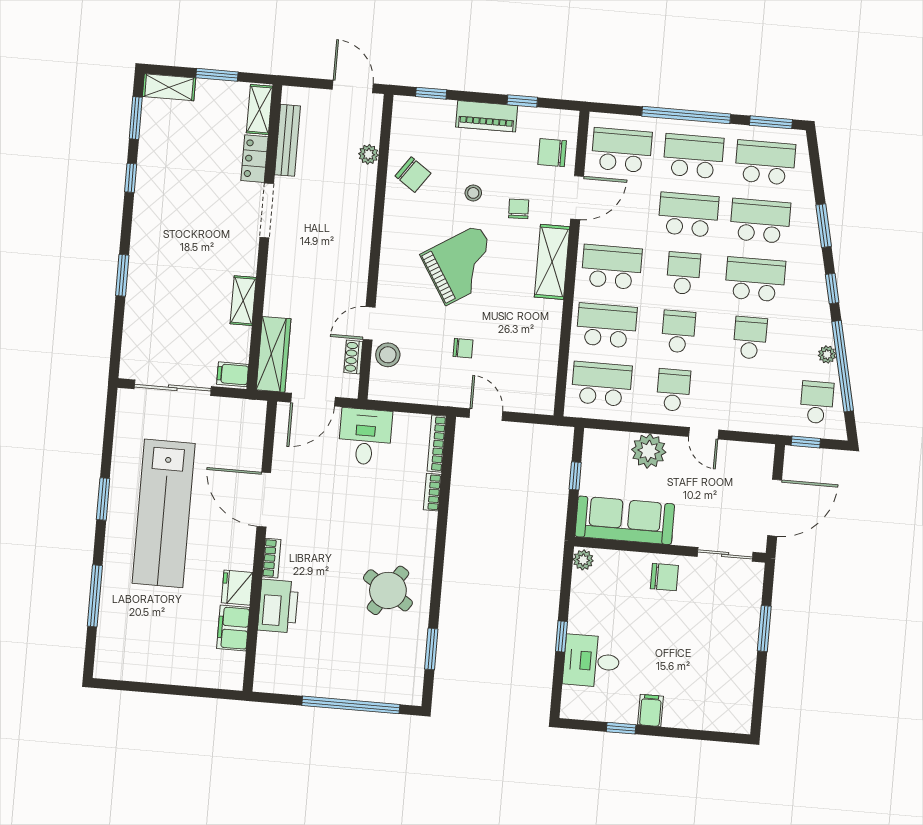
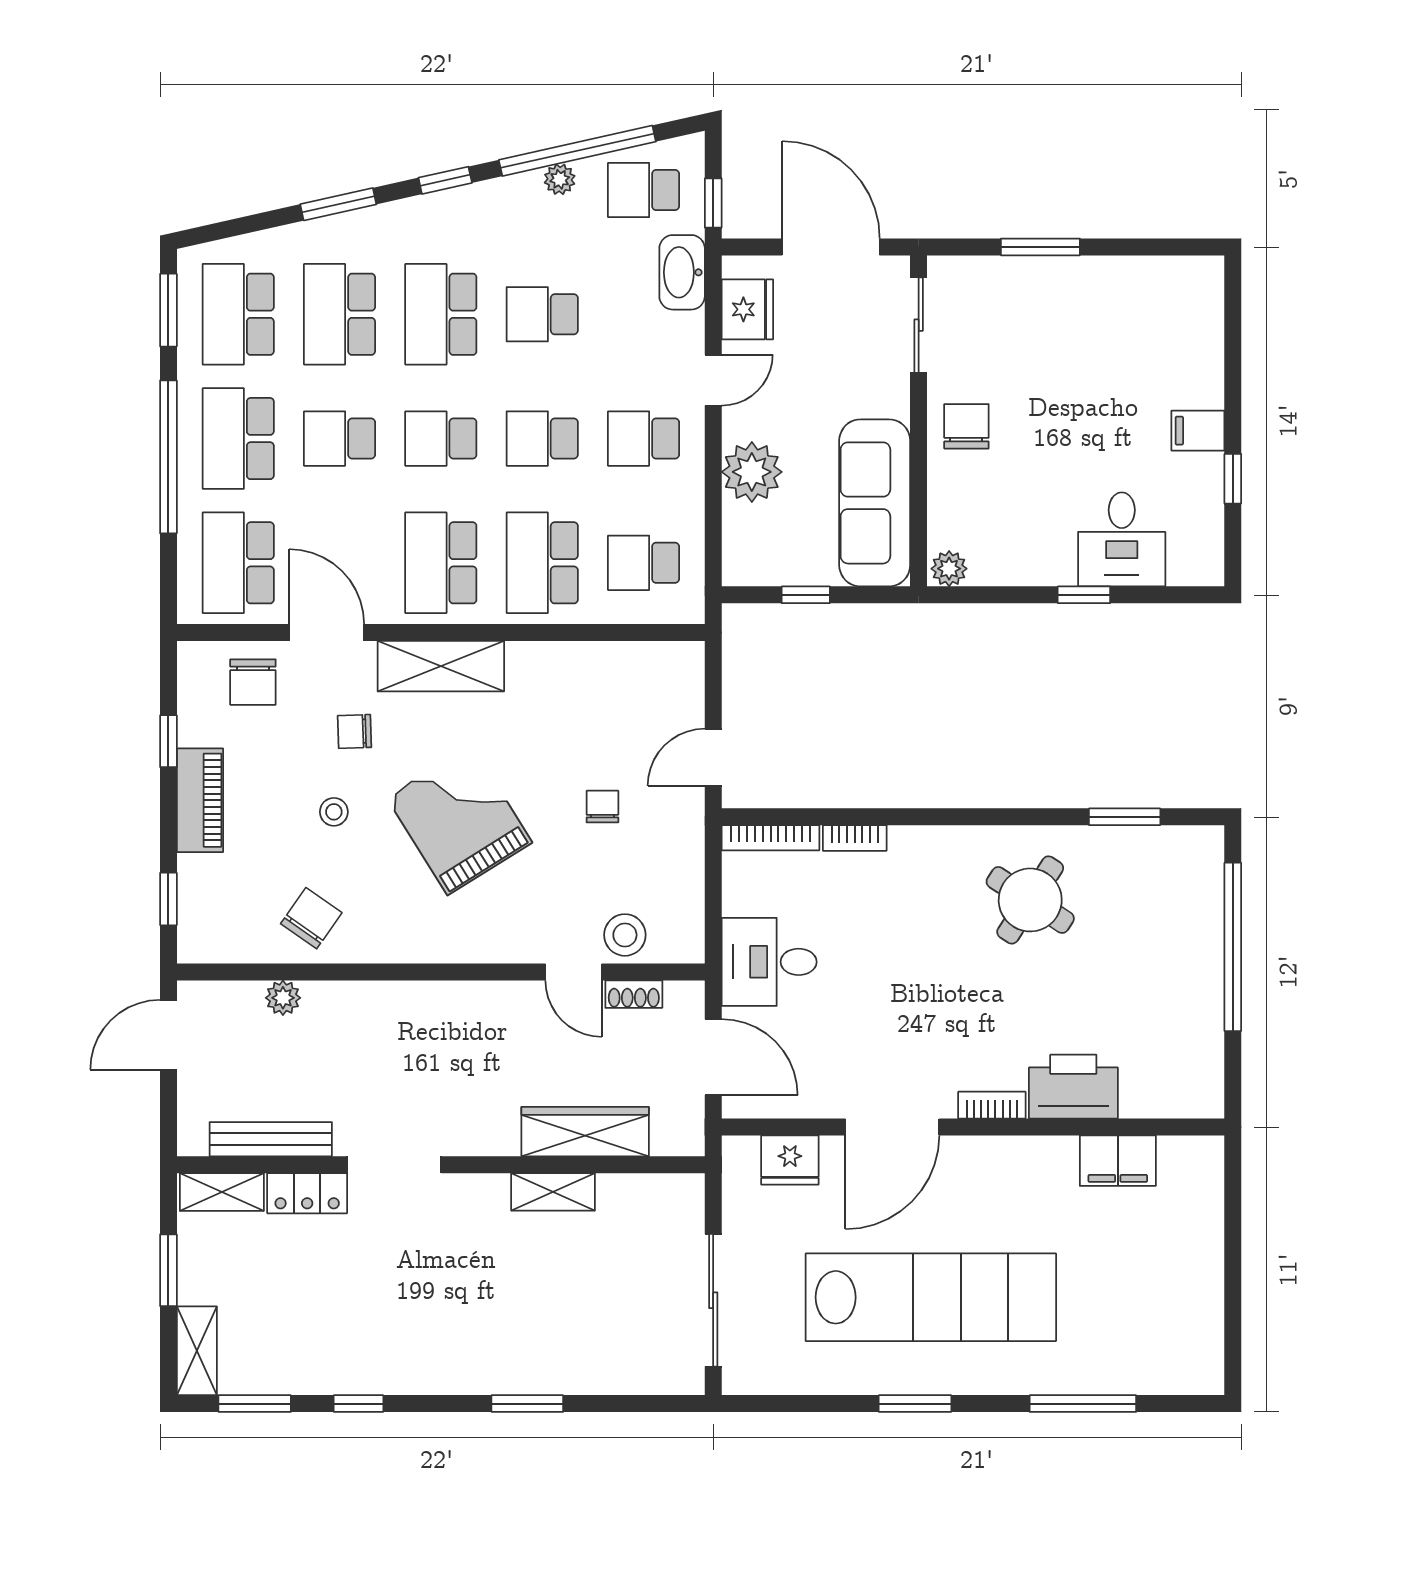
school desk: (688, 215) -> (340, 439), width x0.54
wardrobe: (274, 354) -> (585, 1132), moved
filing cabinet: (233, 374) -> (681, 1199), removed
school desk: (602, 384) -> (644, 563), width x0.54
washbasin: (767, 421) -> (682, 272), added
fridge: (743, 456) -> (747, 309), added
fridge: (237, 588) -> (790, 1160), moved

